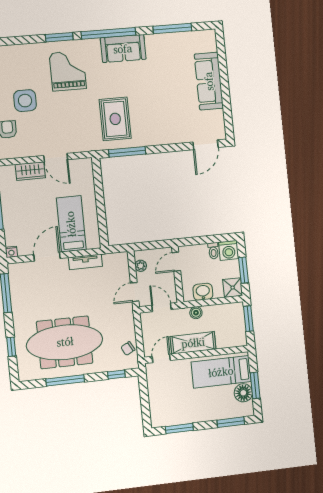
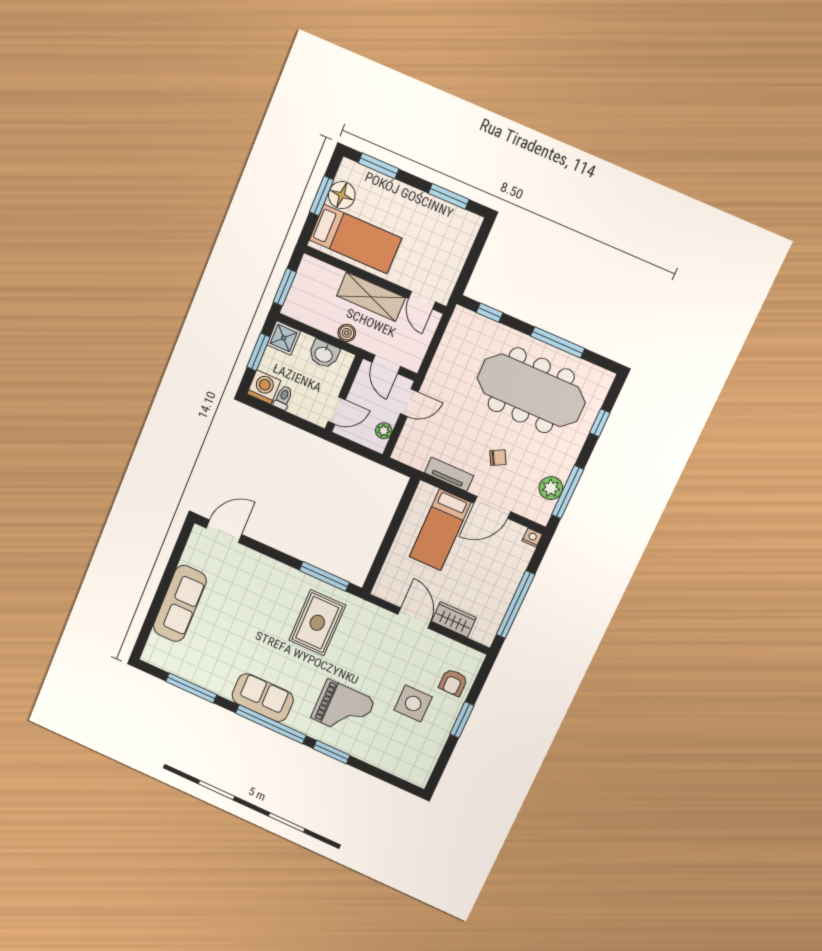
grand piano: (68, 71) -> (343, 709), turned -90
plant: (18, 289) -> (551, 488), added
chair: (128, 349) -> (498, 458), moved
door: (161, 358) -> (422, 300), hinge flipped

